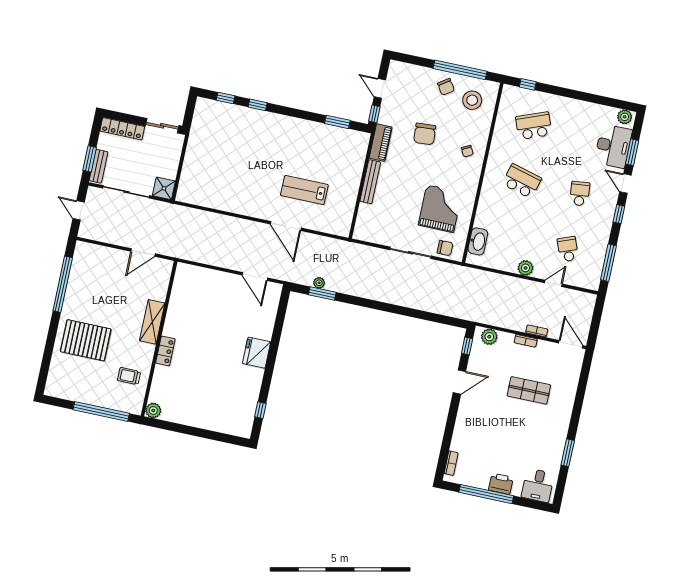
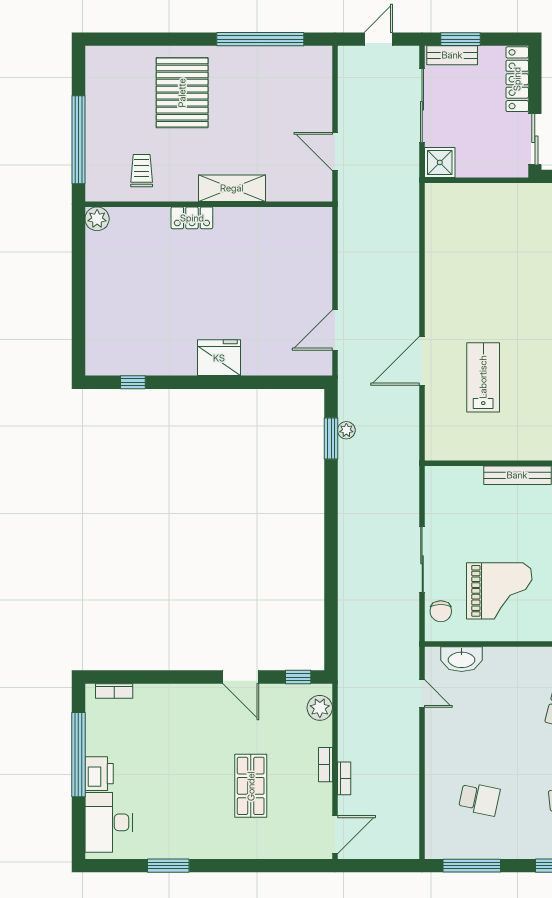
school desk: (568, 249) -> (479, 799), turned 33
plant: (526, 268) -> (437, 741), removed
door: (553, 283) -> (422, 693), moved
desk: (538, 485) -> (109, 822), width x1.37

